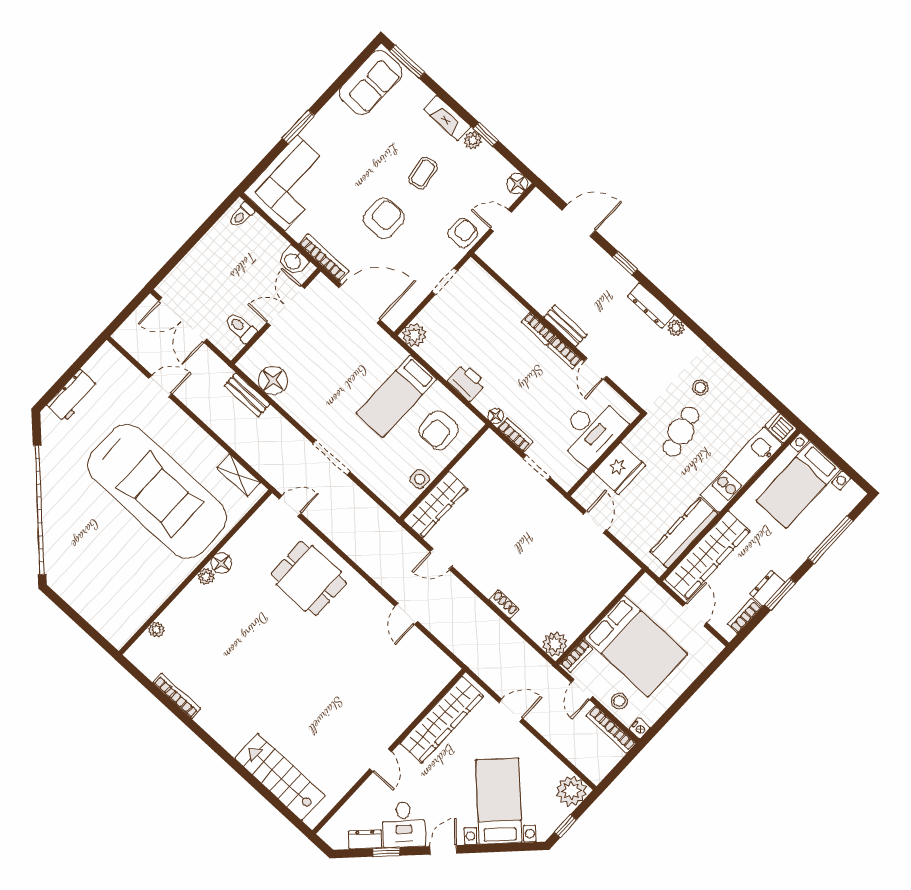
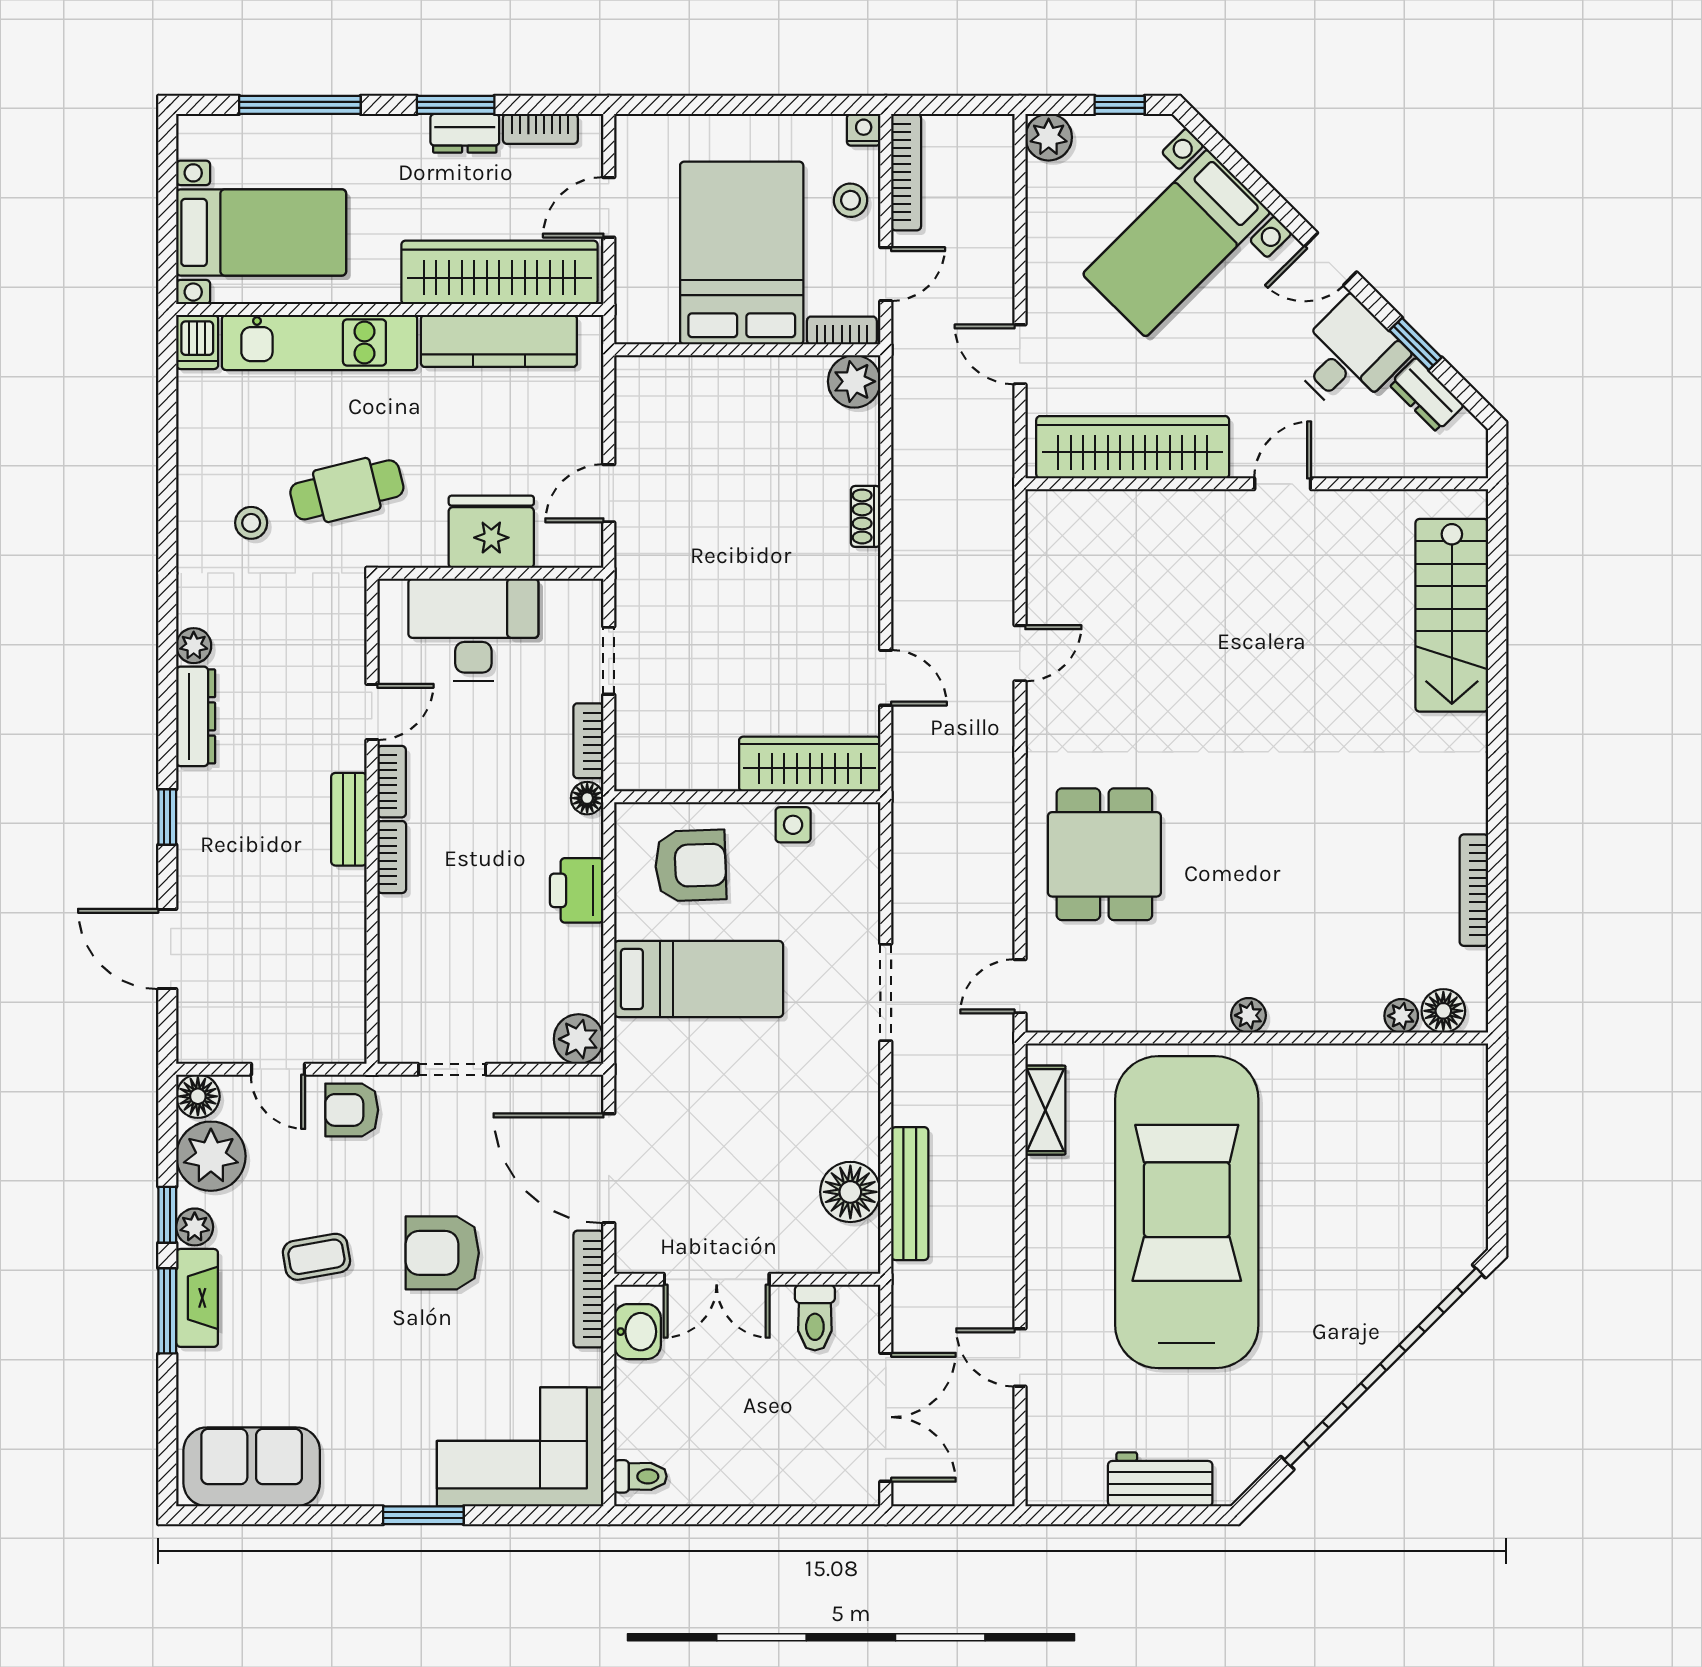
window: (407, 62) -> (167, 1311), moved
plant: (492, 169) -> (211, 1156), added
bench: (247, 395) -> (910, 1194), width x1.36
door: (290, 506) -> (1020, 986), hinge flipped
floor lamp: (221, 563) -> (1443, 1011), moved
plant: (571, 791) -> (1049, 137), width x0.73, depth x0.73

